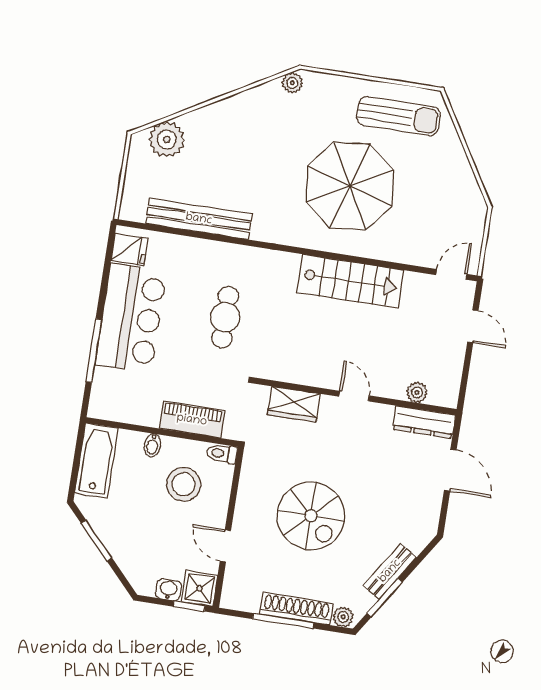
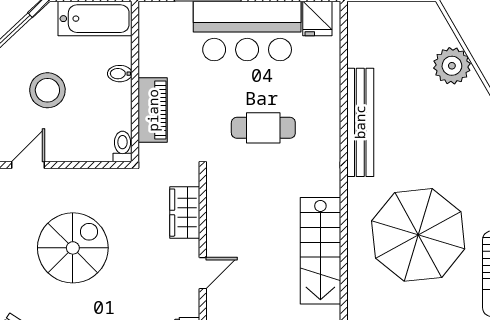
plant: (167, 140) -> (452, 66), moved
bench: (199, 219) -> (360, 122), moved
stool: (184, 484) -> (47, 90), moved
spiral stairs: (311, 516) -> (73, 248), turned 180

